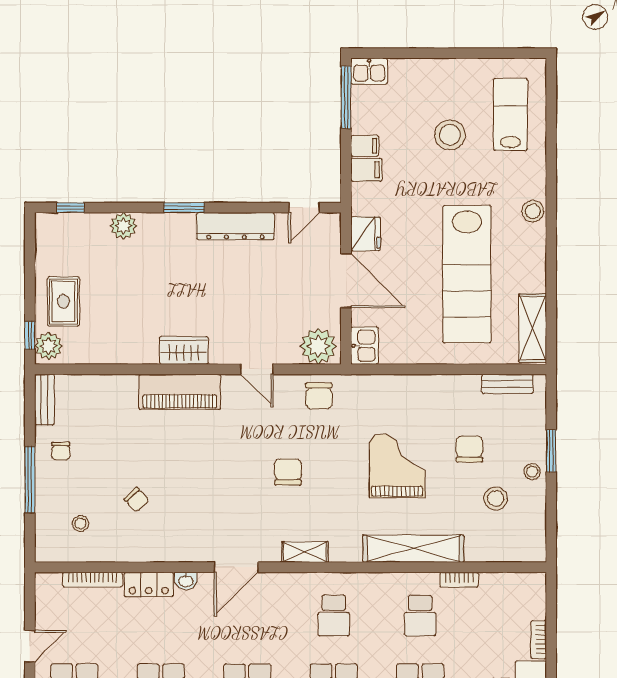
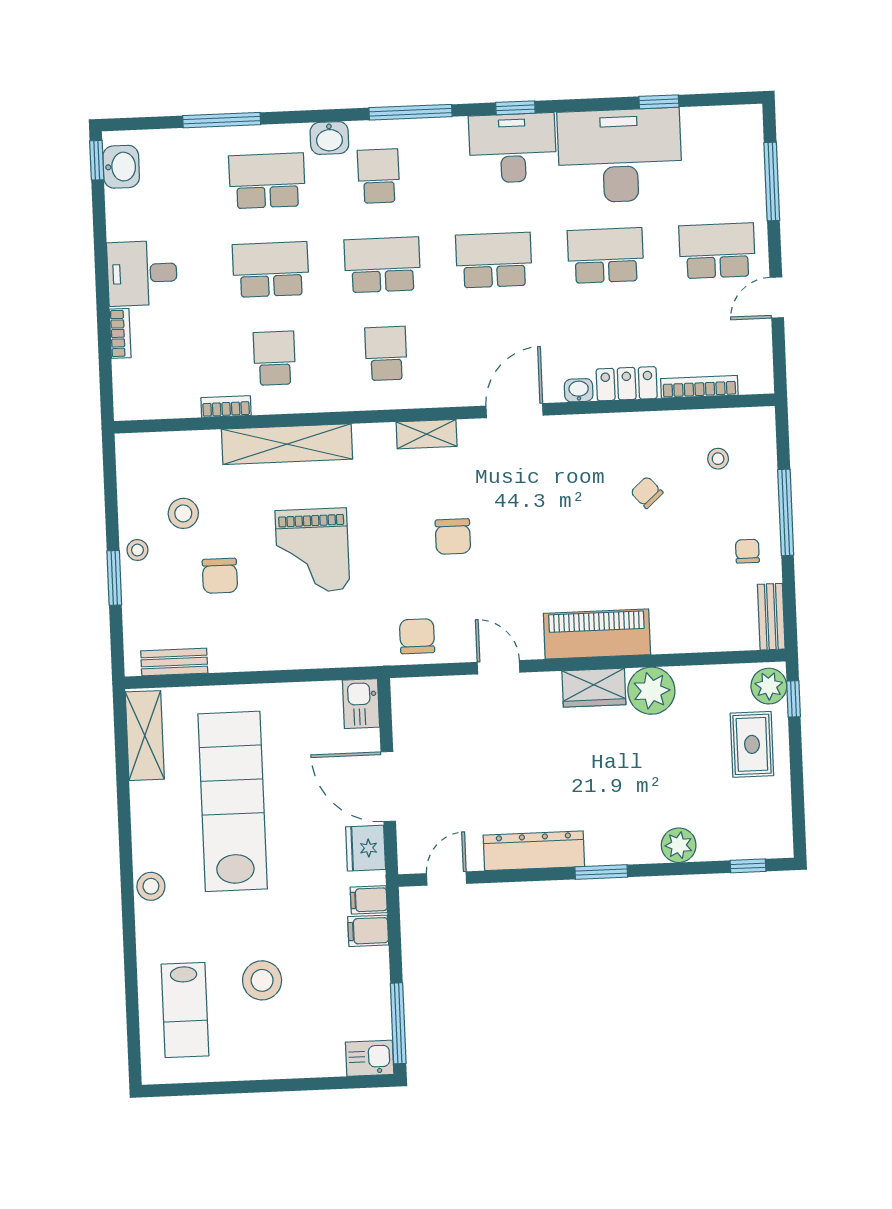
filing cabinet: (365, 146) -> (369, 900), moved
plant: (318, 346) -> (651, 691), moved

